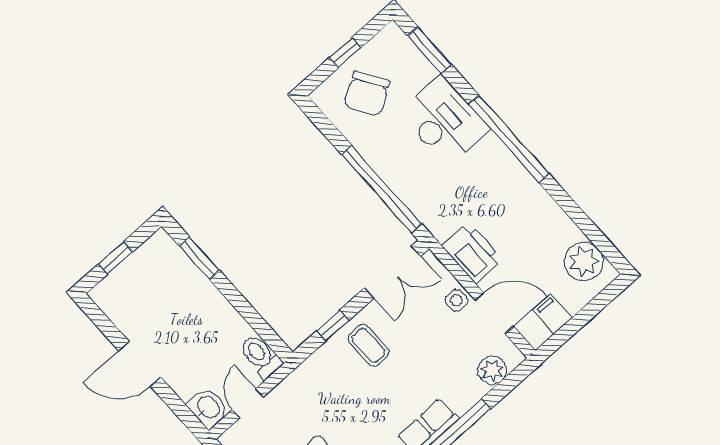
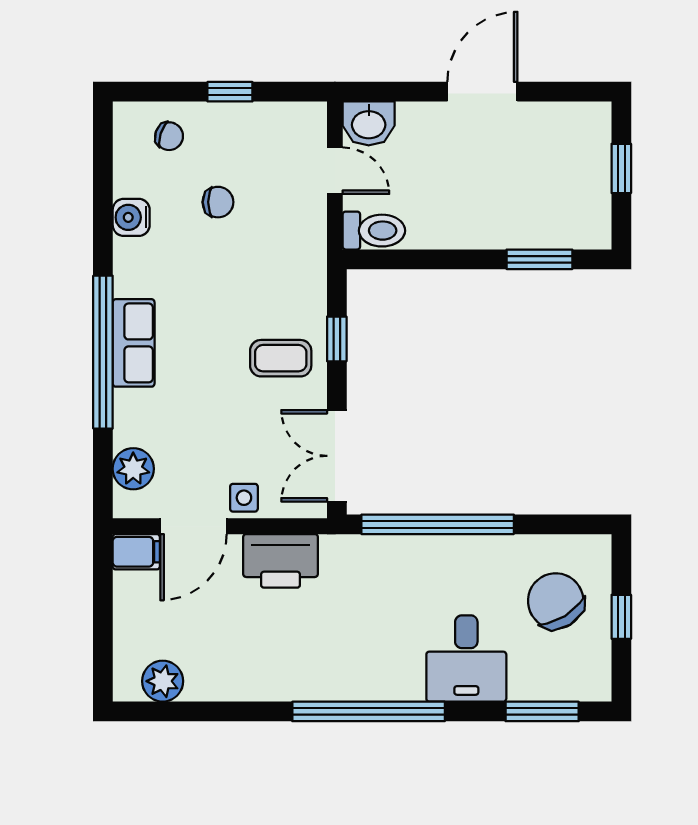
desk: (444, 121) -> (466, 659), width x0.73
plant: (584, 261) -> (163, 681), width x0.73, depth x0.73
filing cabinet: (553, 314) -> (136, 552), moved

